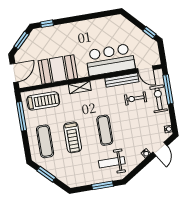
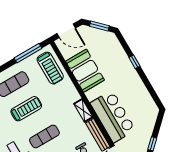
window: (47, 24) -> (134, 62), moved
shelving: (80, 87) -> (83, 110), moved
treadmill: (73, 137) -> (26, 109), turned 180

